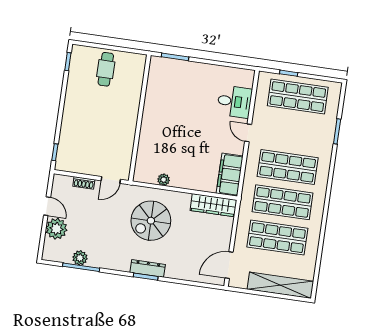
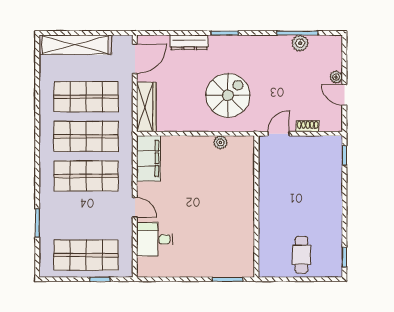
wardrobe: (213, 205) -> (146, 107), moved, turned 90
plant: (56, 229) -> (336, 77), width x0.53, depth x0.53
dresser: (148, 268) -> (189, 42), moved

